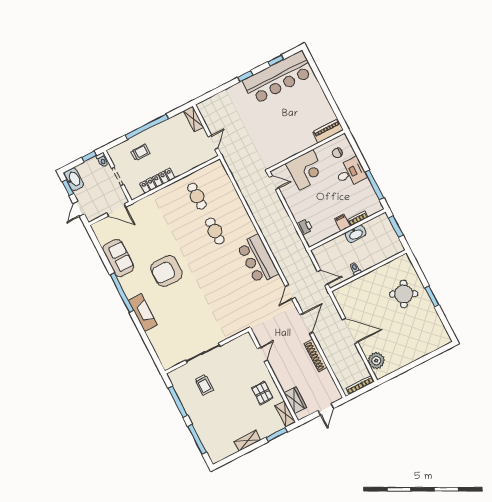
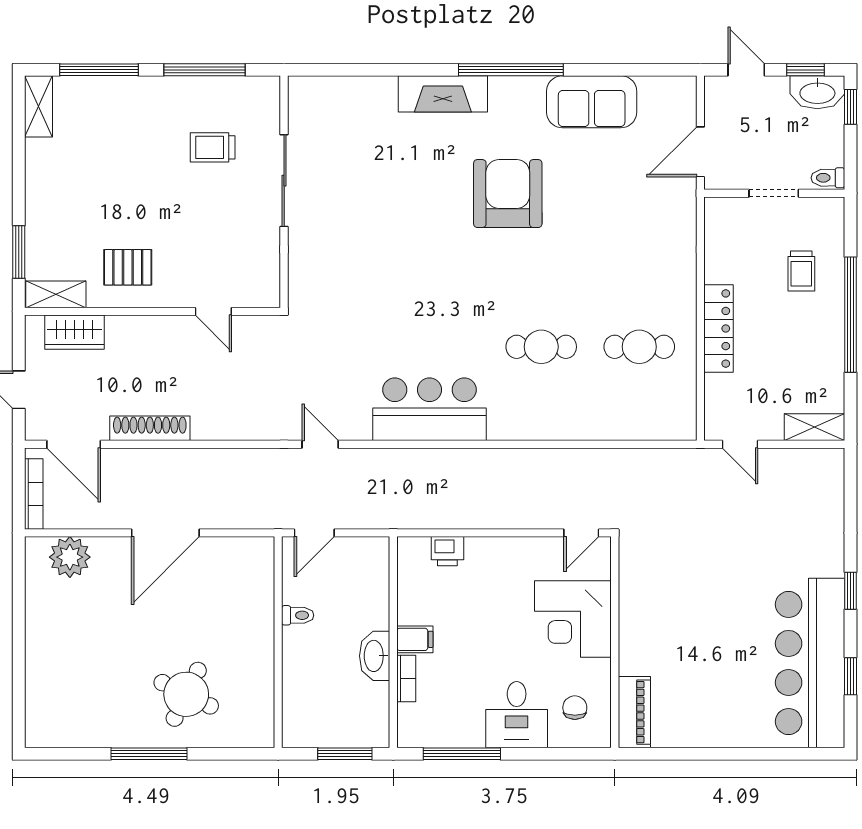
window: (89, 156) -> (850, 107), moved
locker: (157, 181) -> (718, 329), moved
window: (432, 296) -> (149, 754), width x1.44
door: (306, 324) -> (74, 444), moved
shelving: (247, 441) -> (39, 106), moved

